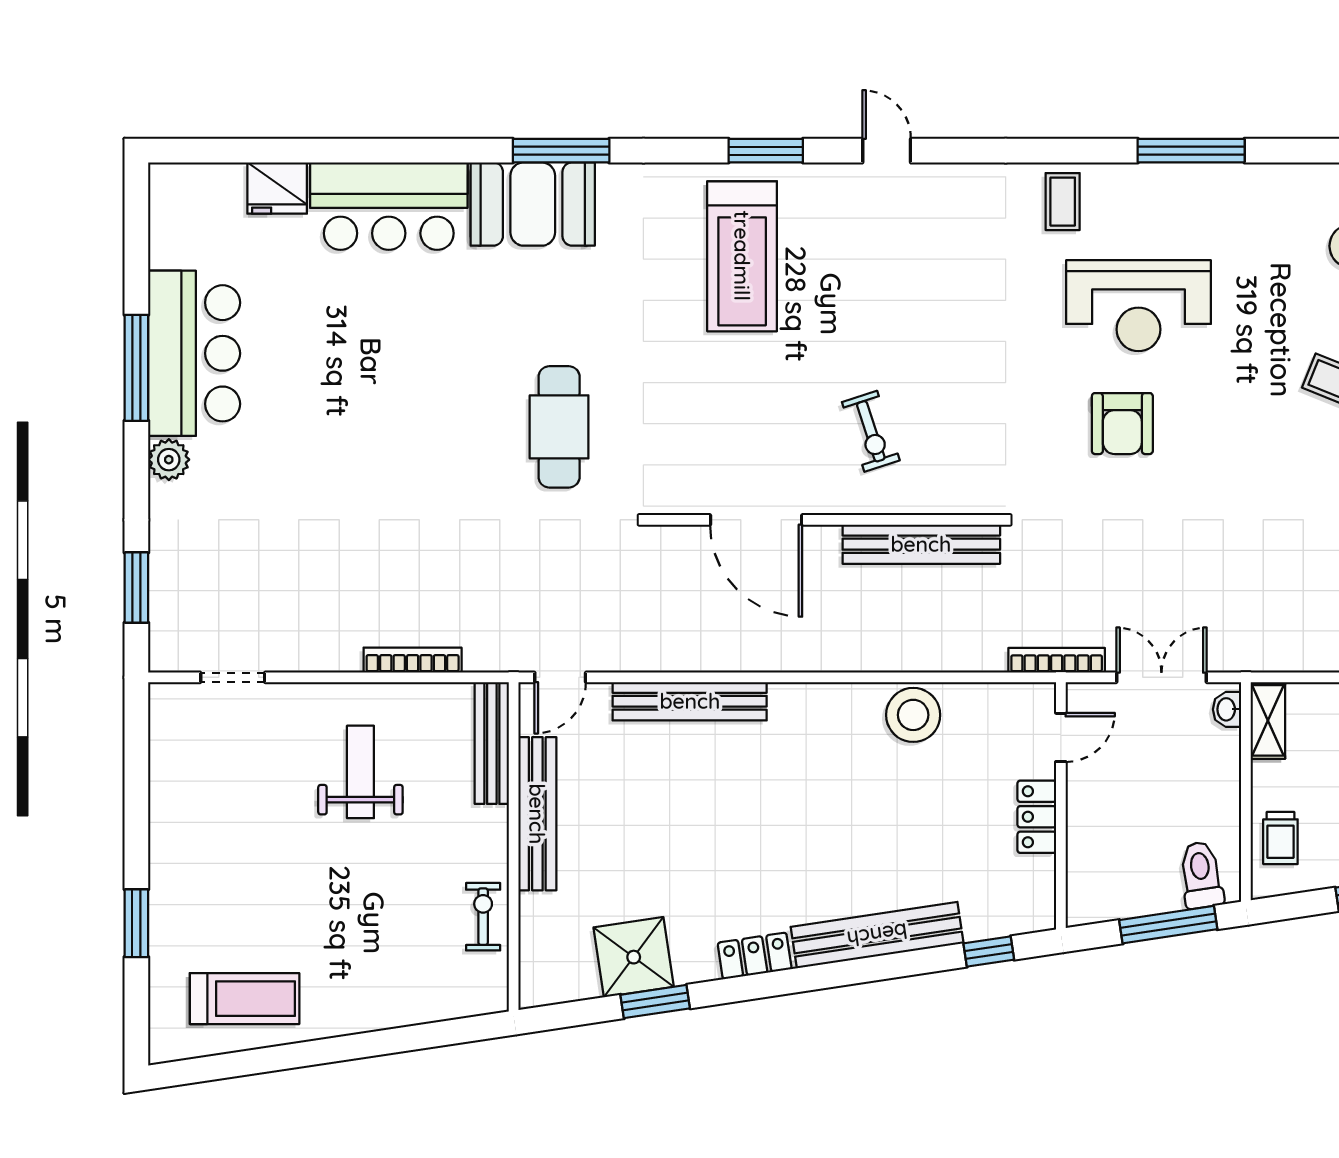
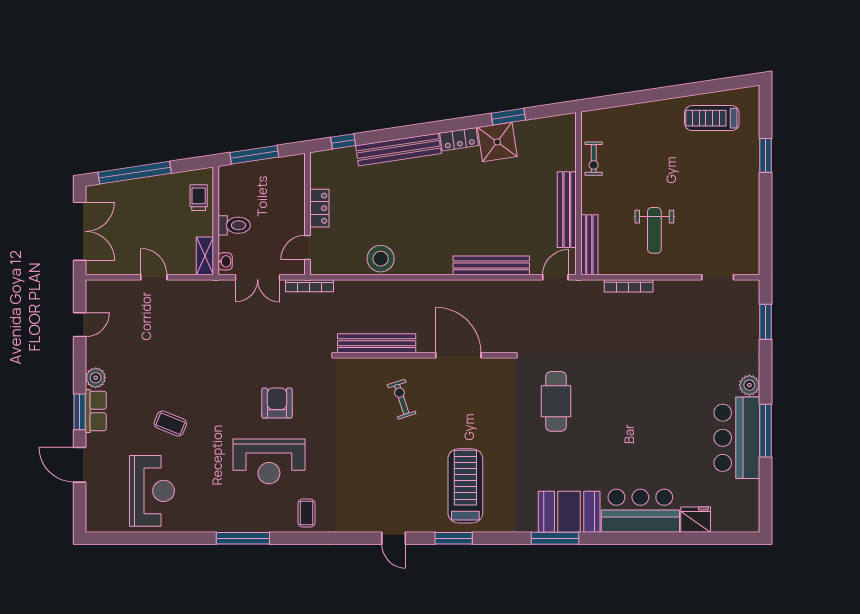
reception desk: (1138, 306) -> (269, 461), turned 180
toilet: (1201, 875) -> (234, 225), moved, turned -81
shower: (634, 957) -> (497, 142), moved

